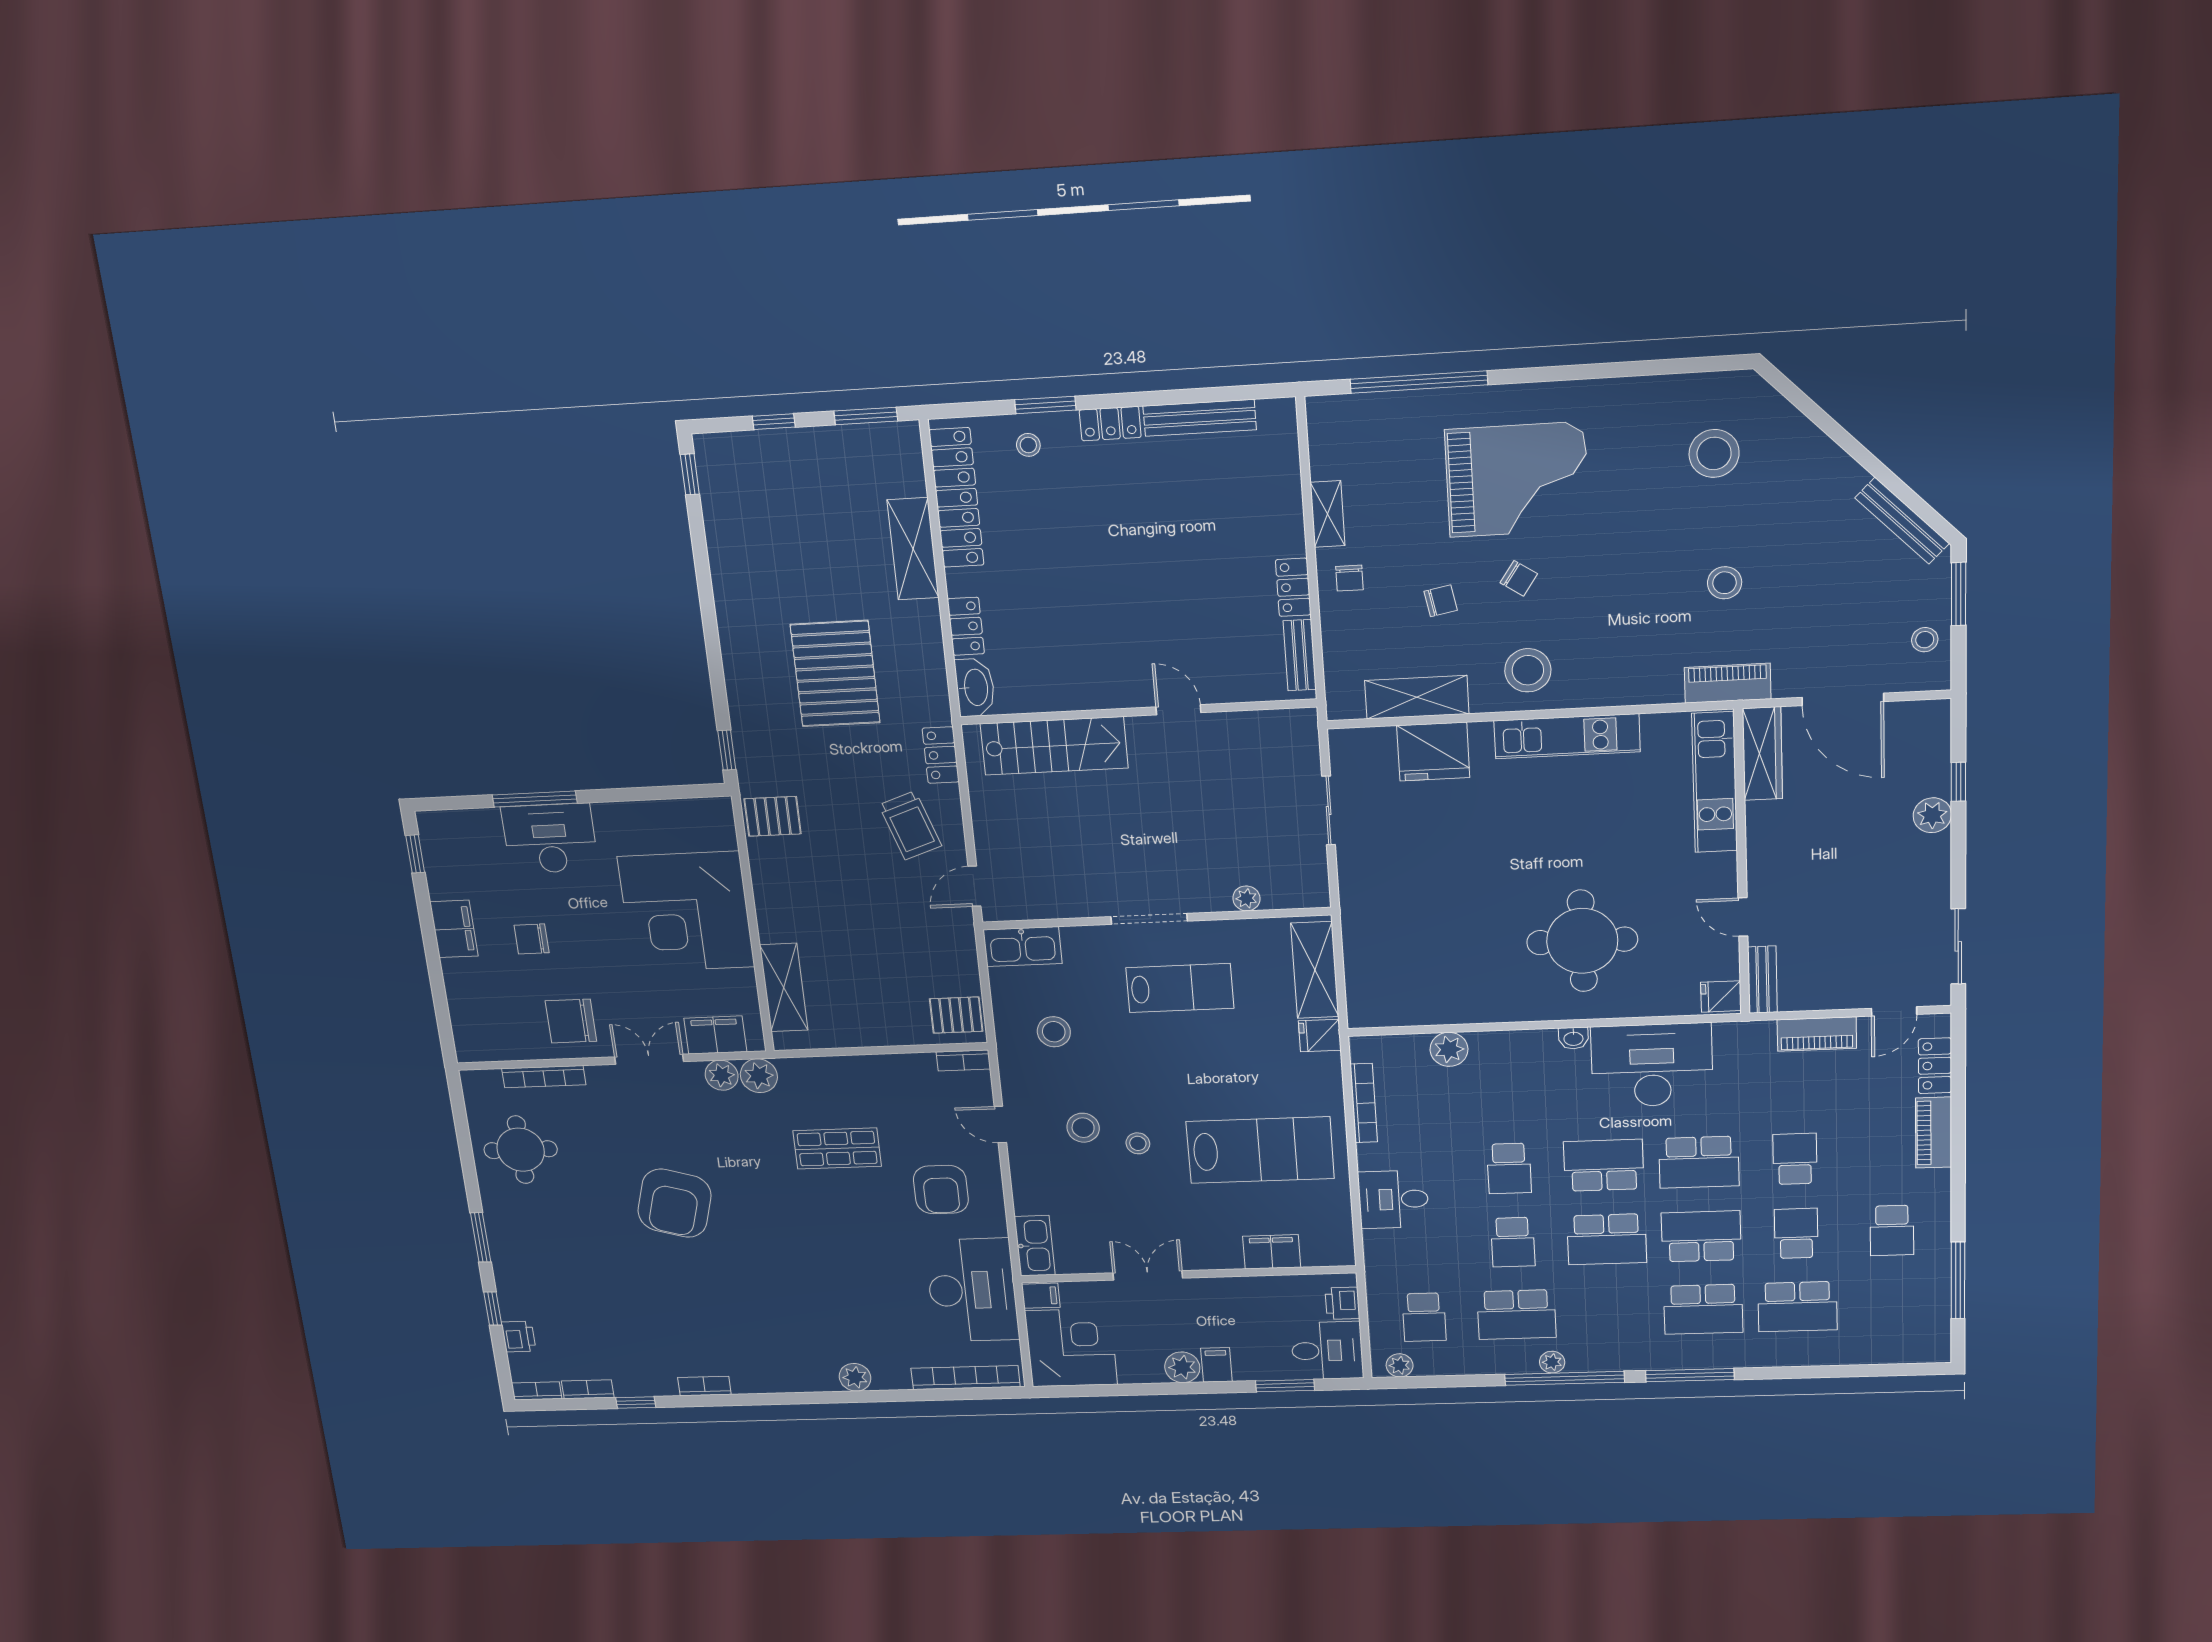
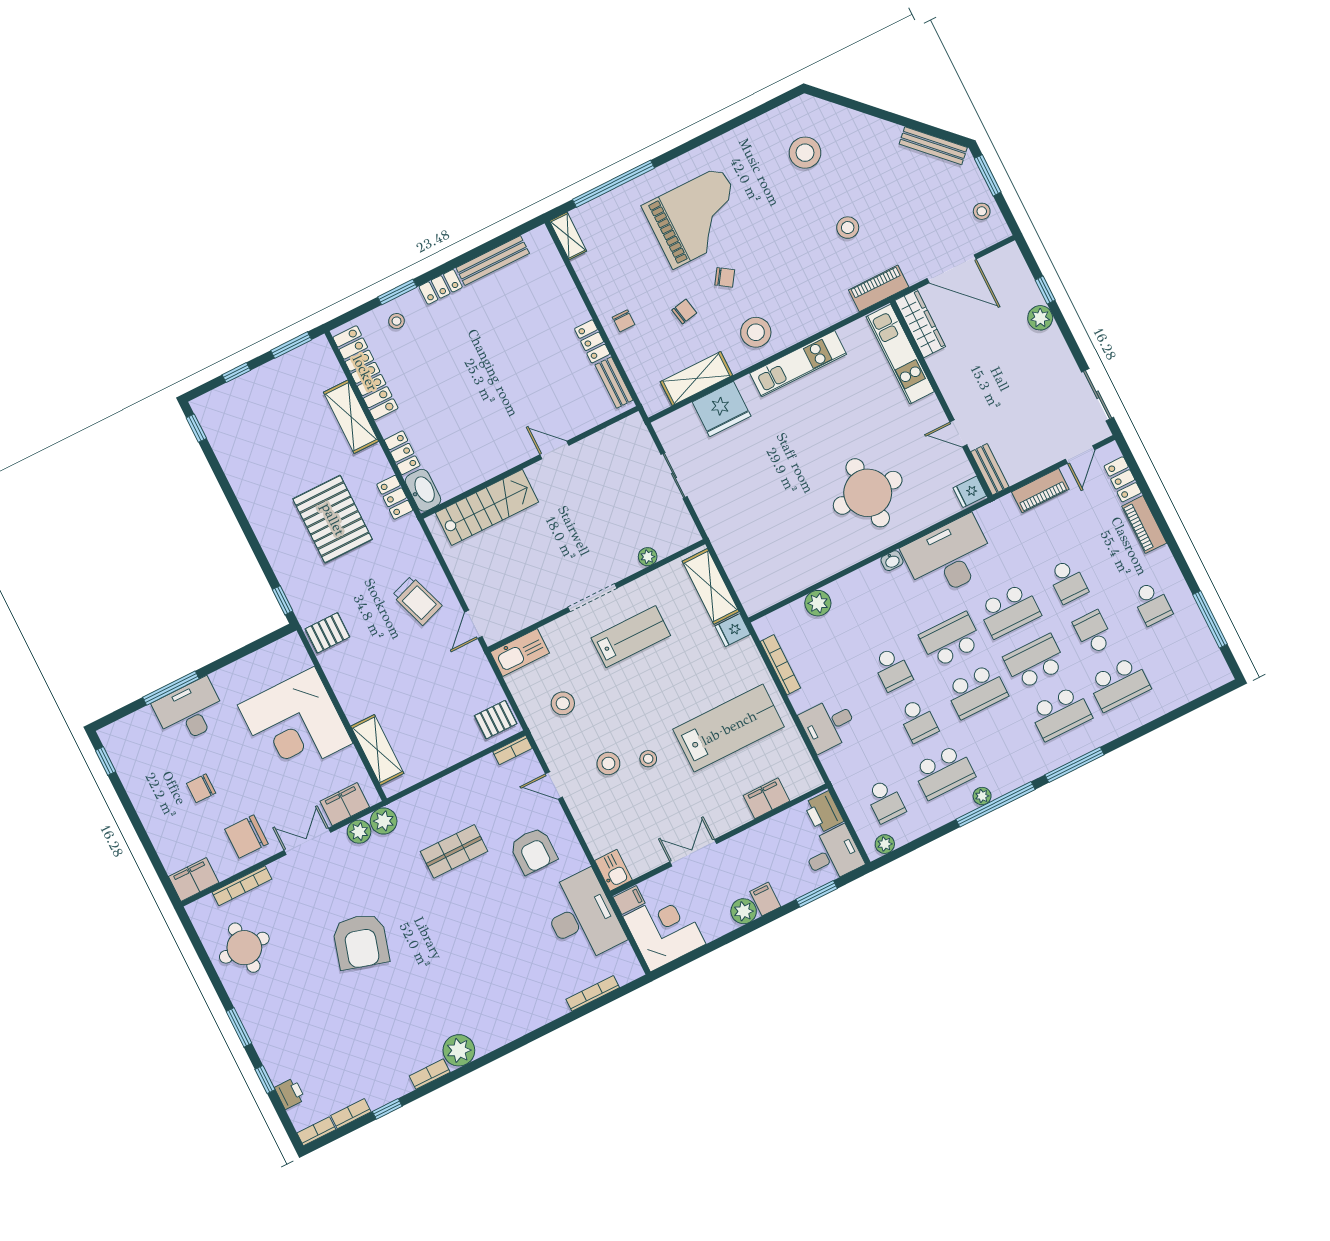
shelving: (1328, 514) -> (568, 236), moved
locker: (941, 755) -> (395, 497), moved
filing cabinet: (454, 929) -> (194, 879), moved, turned -90
school desk: (1795, 1159) -> (1068, 581), turned 180
kitchen sink: (1035, 1246) -> (614, 870), width x0.73
printer: (1342, 1303) -> (824, 812), width x1.36, depth x1.24
plant: (855, 1377) -> (459, 1050), moved, width x1.36, depth x1.36
bookcase: (966, 1378) -> (593, 993), width x0.68, depth x0.76

